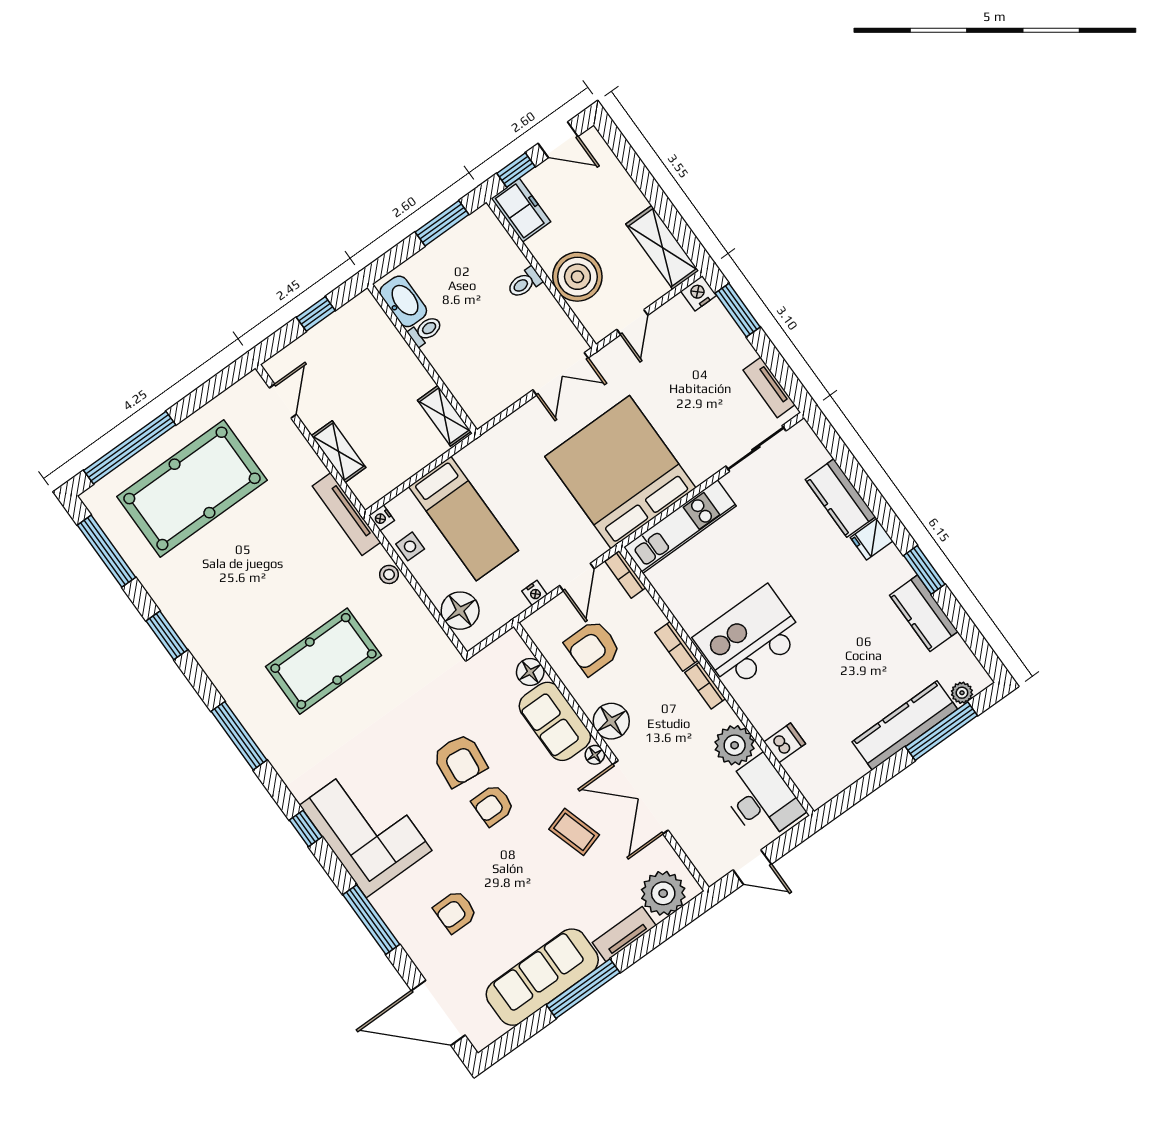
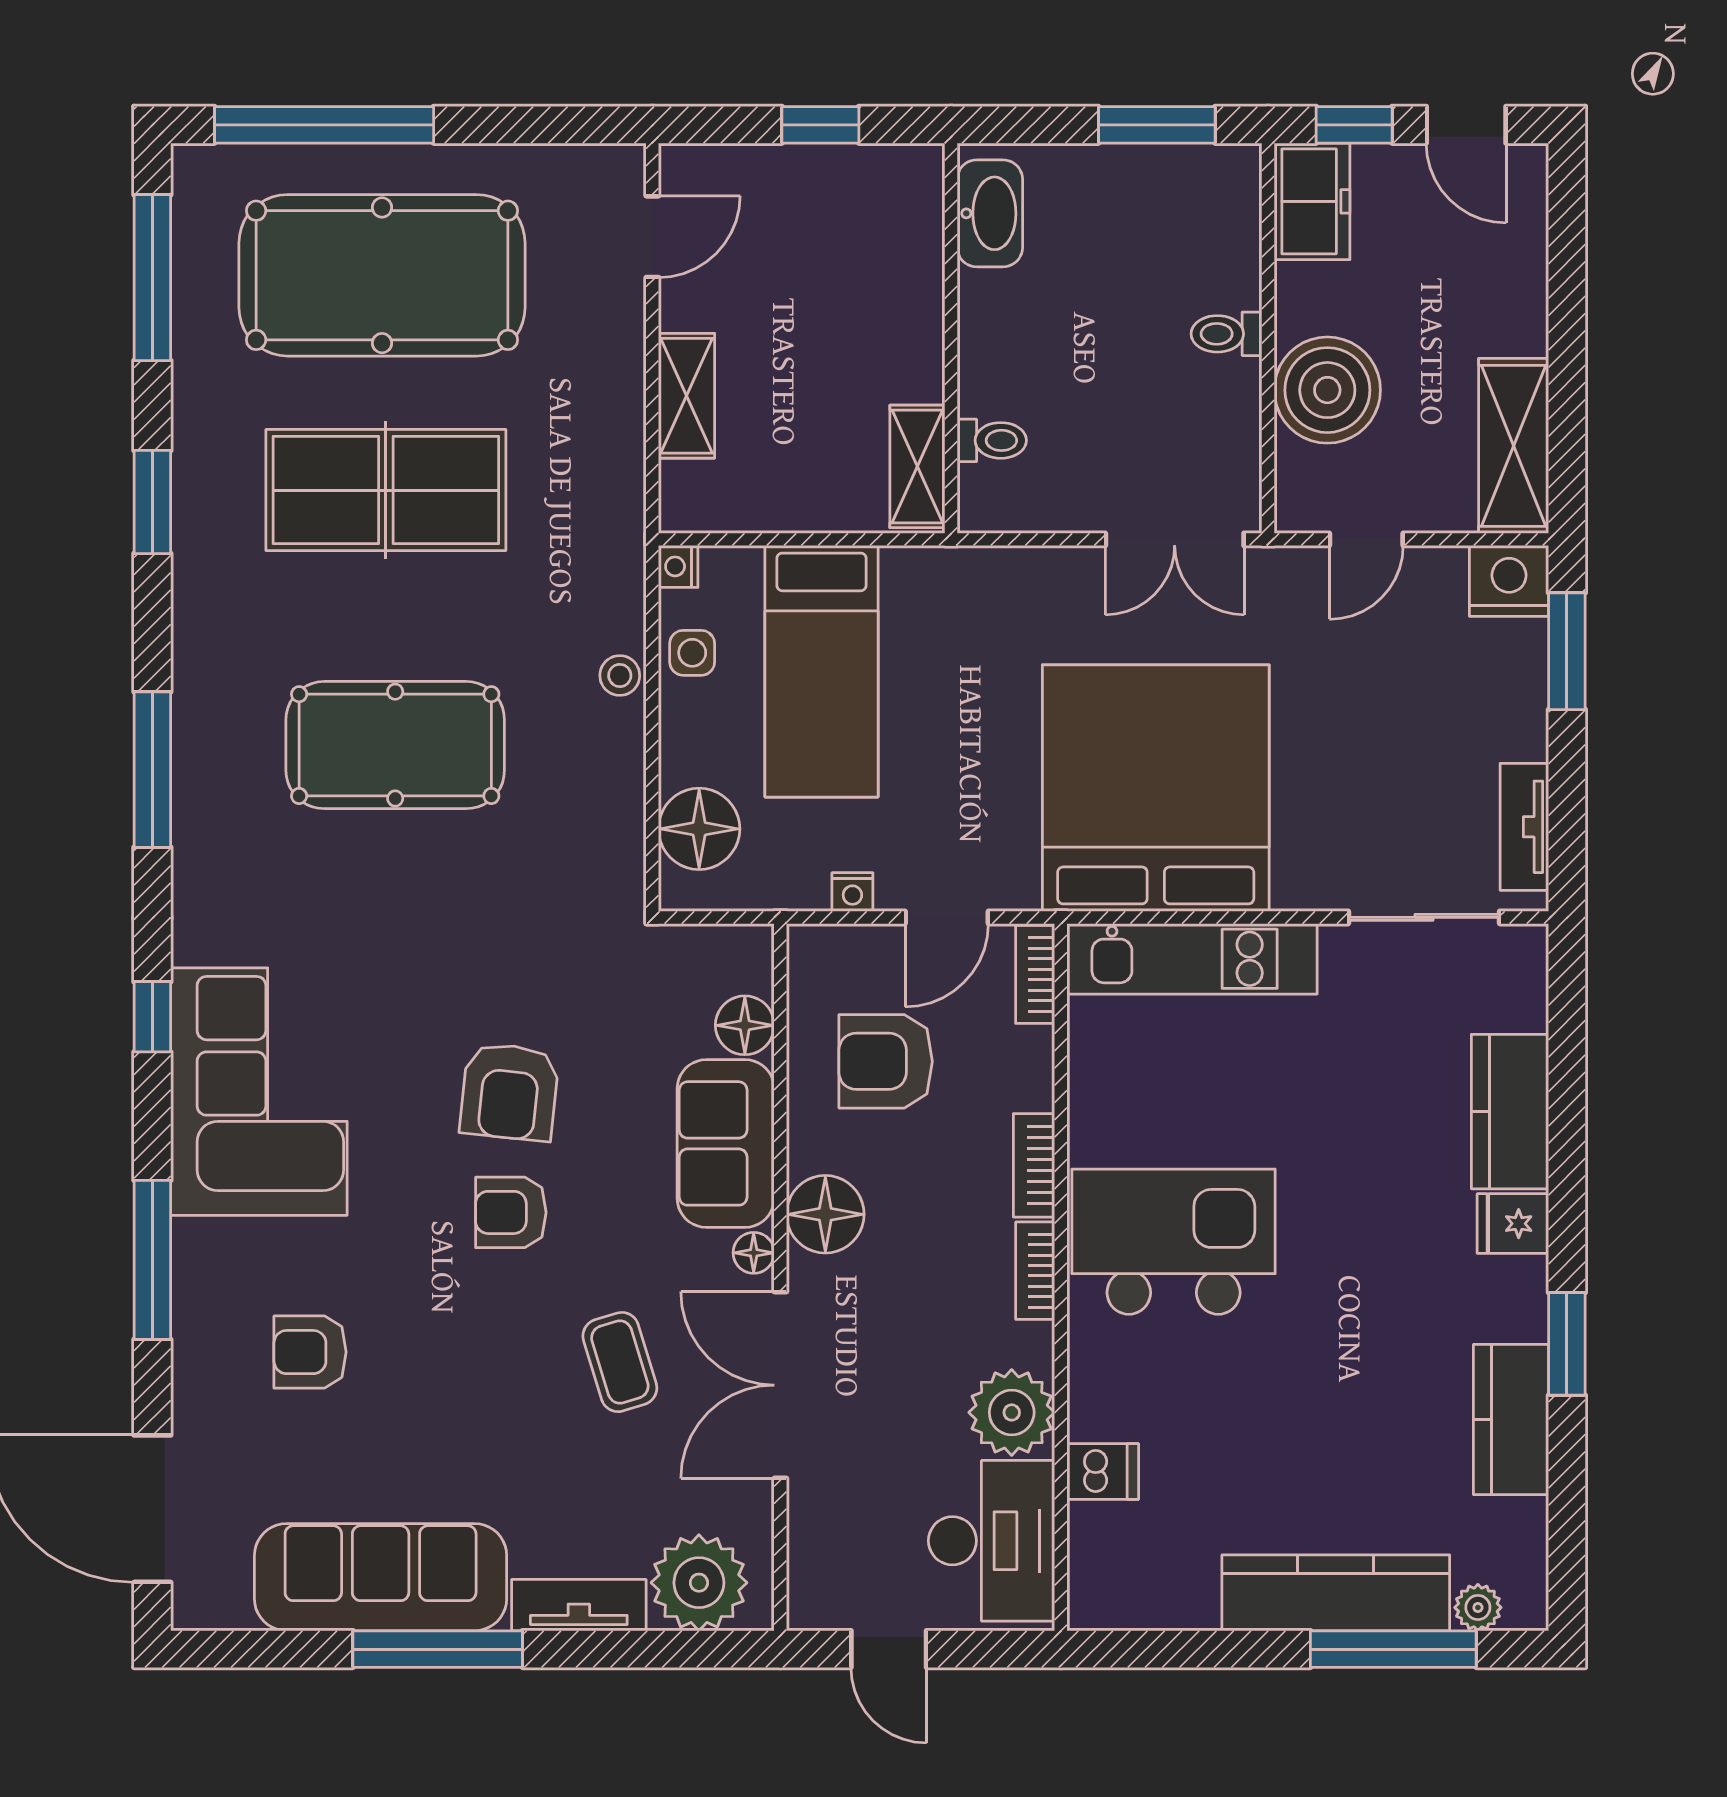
nightstand: (699, 293) -> (1509, 581), width x1.36, depth x1.33
toilet: (425, 331) -> (992, 440), moved
tv unit: (346, 514) -> (621, 516), removed
table tennis table: (251, 568) -> (386, 490), added

